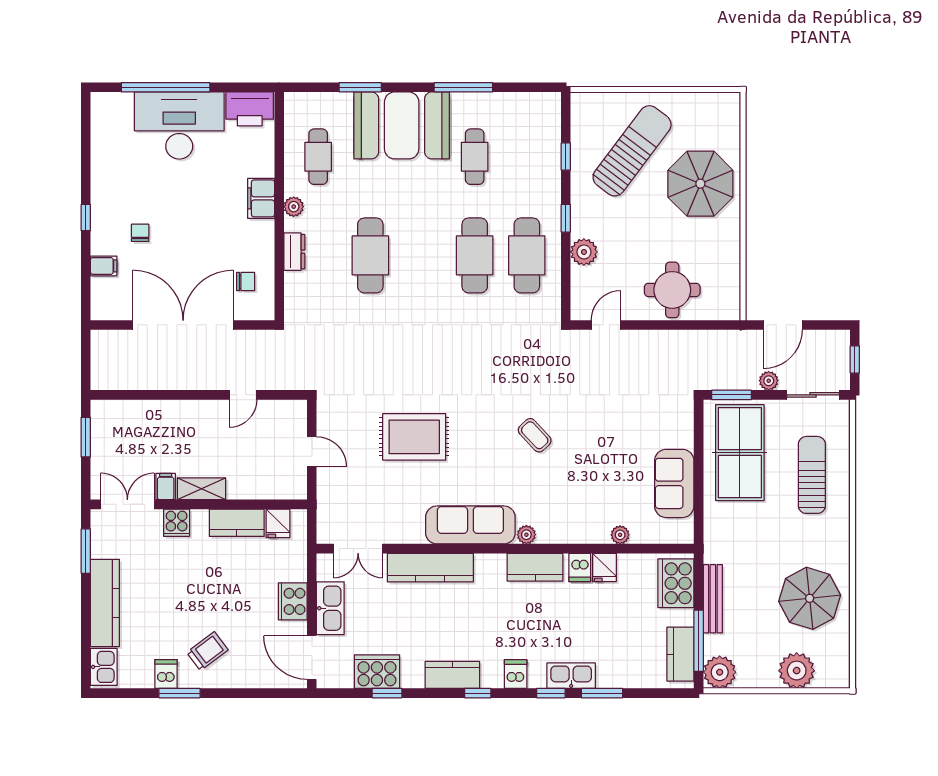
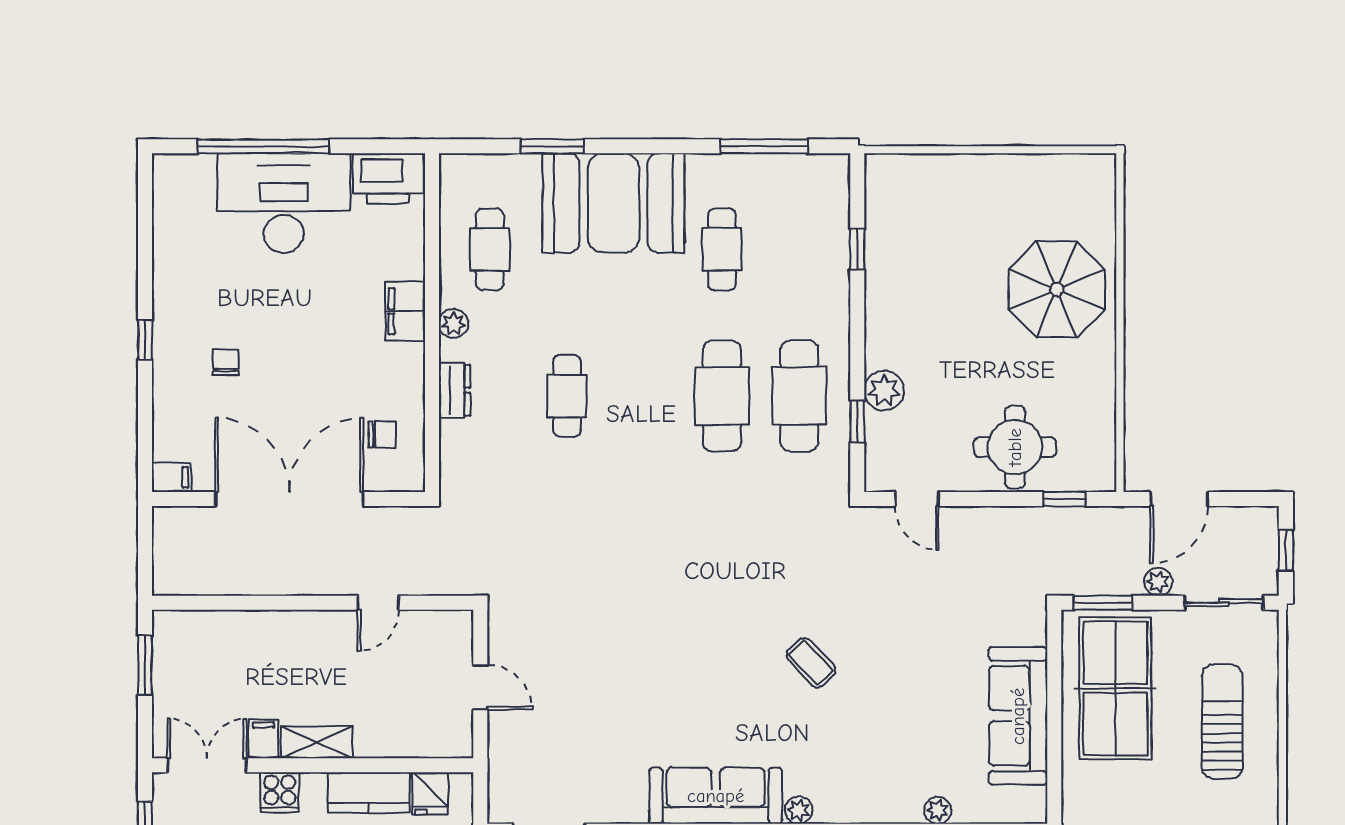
window: (463, 87) -> (764, 146), moved
sun lounger: (632, 151) -> (955, 241), removed
window: (566, 218) -> (857, 421), moved
cafe table: (370, 255) -> (567, 396), width x0.73, depth x0.74
filing cabinet: (104, 266) -> (172, 477), moved
door: (606, 325) -> (917, 499), swing flipped
window: (706, 325) -> (1064, 499), added
rug: (414, 437) -> (632, 665), removed
sofa: (674, 483) -> (1018, 716), width x1.36

